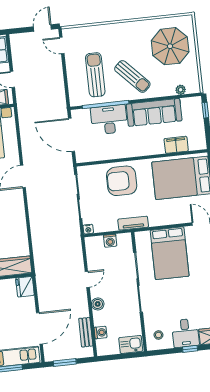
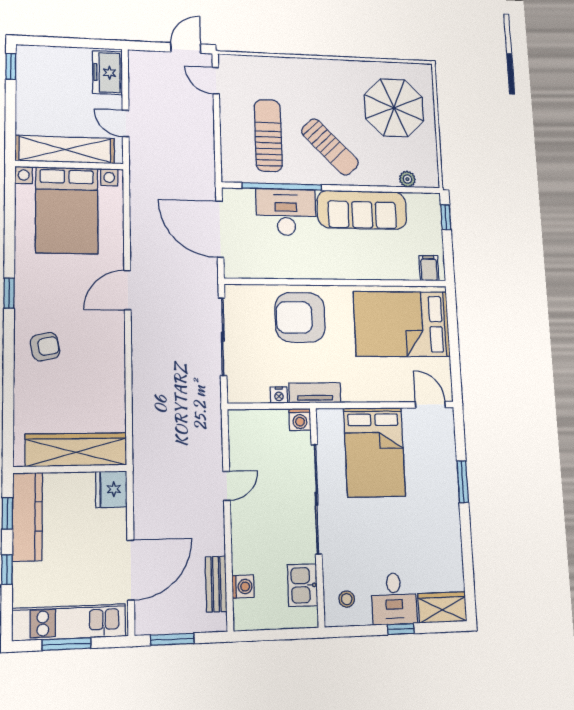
filing cabinet: (176, 145) -> (429, 268), moved, width x0.50
nightstand: (88, 229) -> (279, 395), moved
washing machine: (110, 241) -> (300, 419), moved
boiler: (98, 304) -> (242, 533), removed
kitchen sink: (131, 344) -> (303, 585), moved, turned -90

